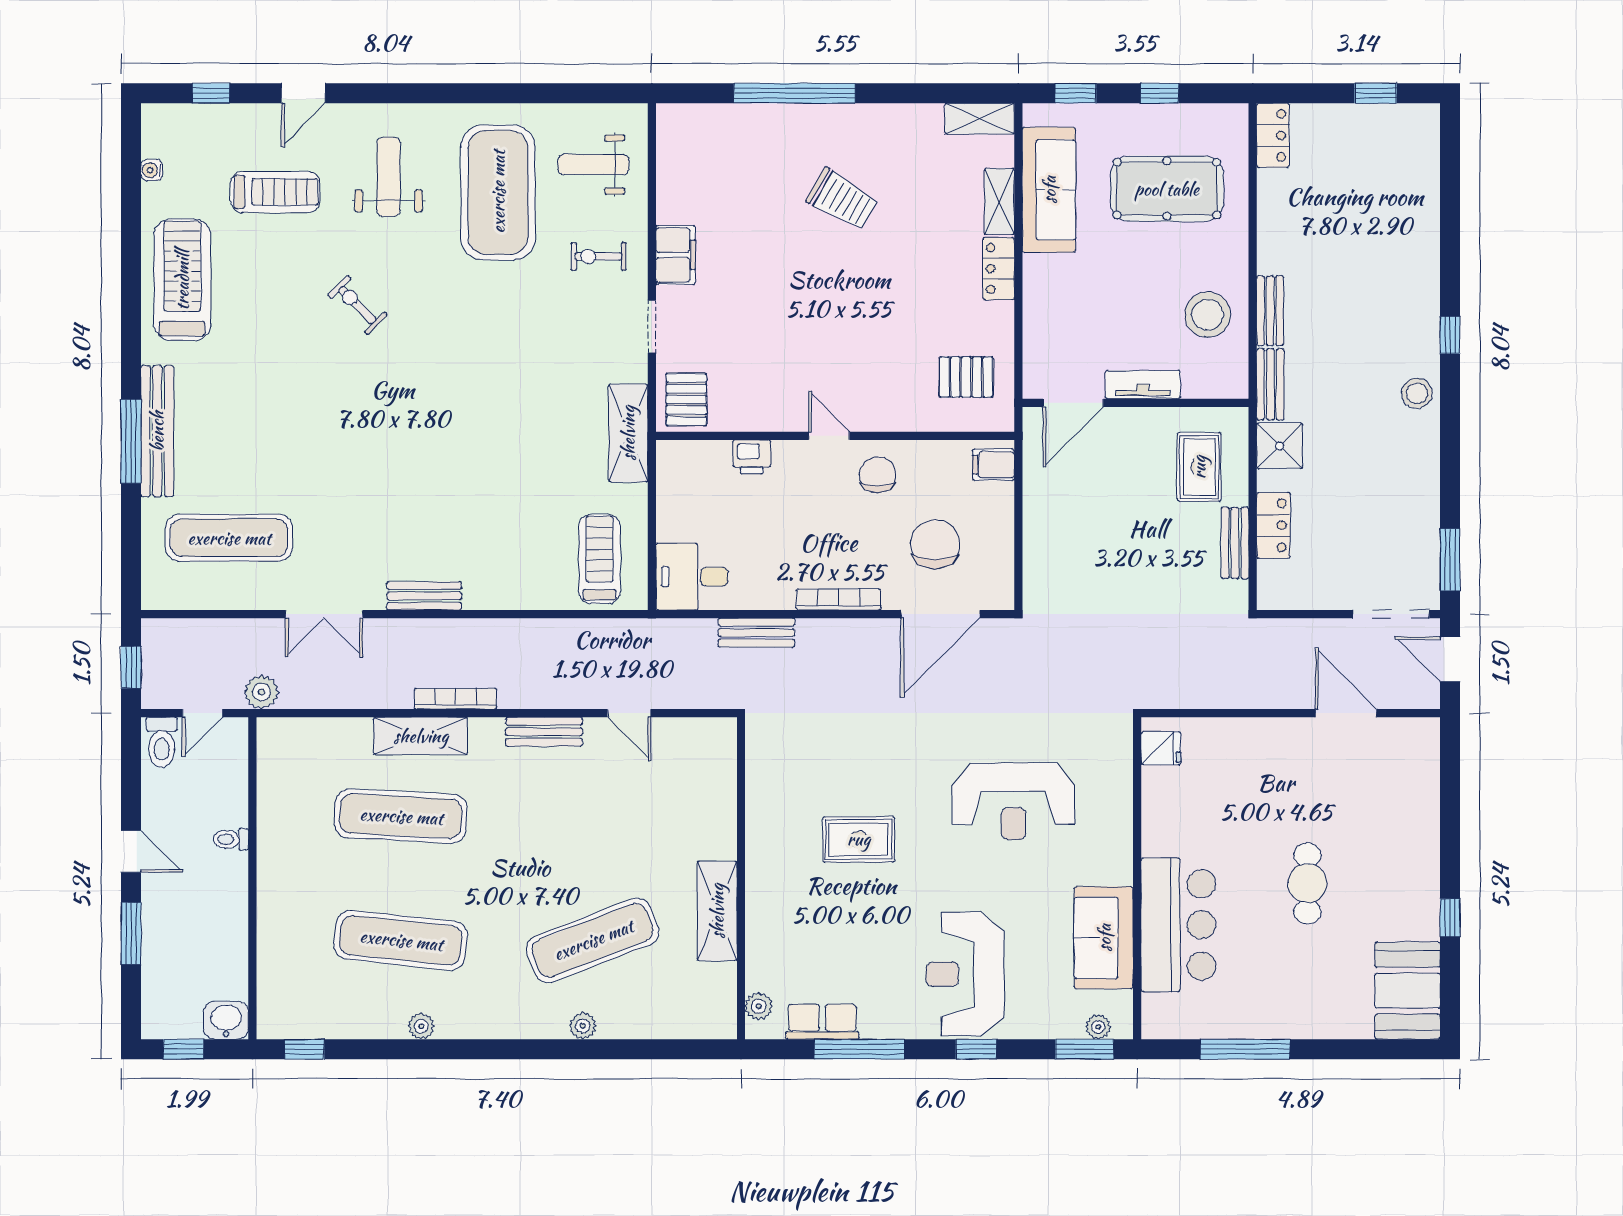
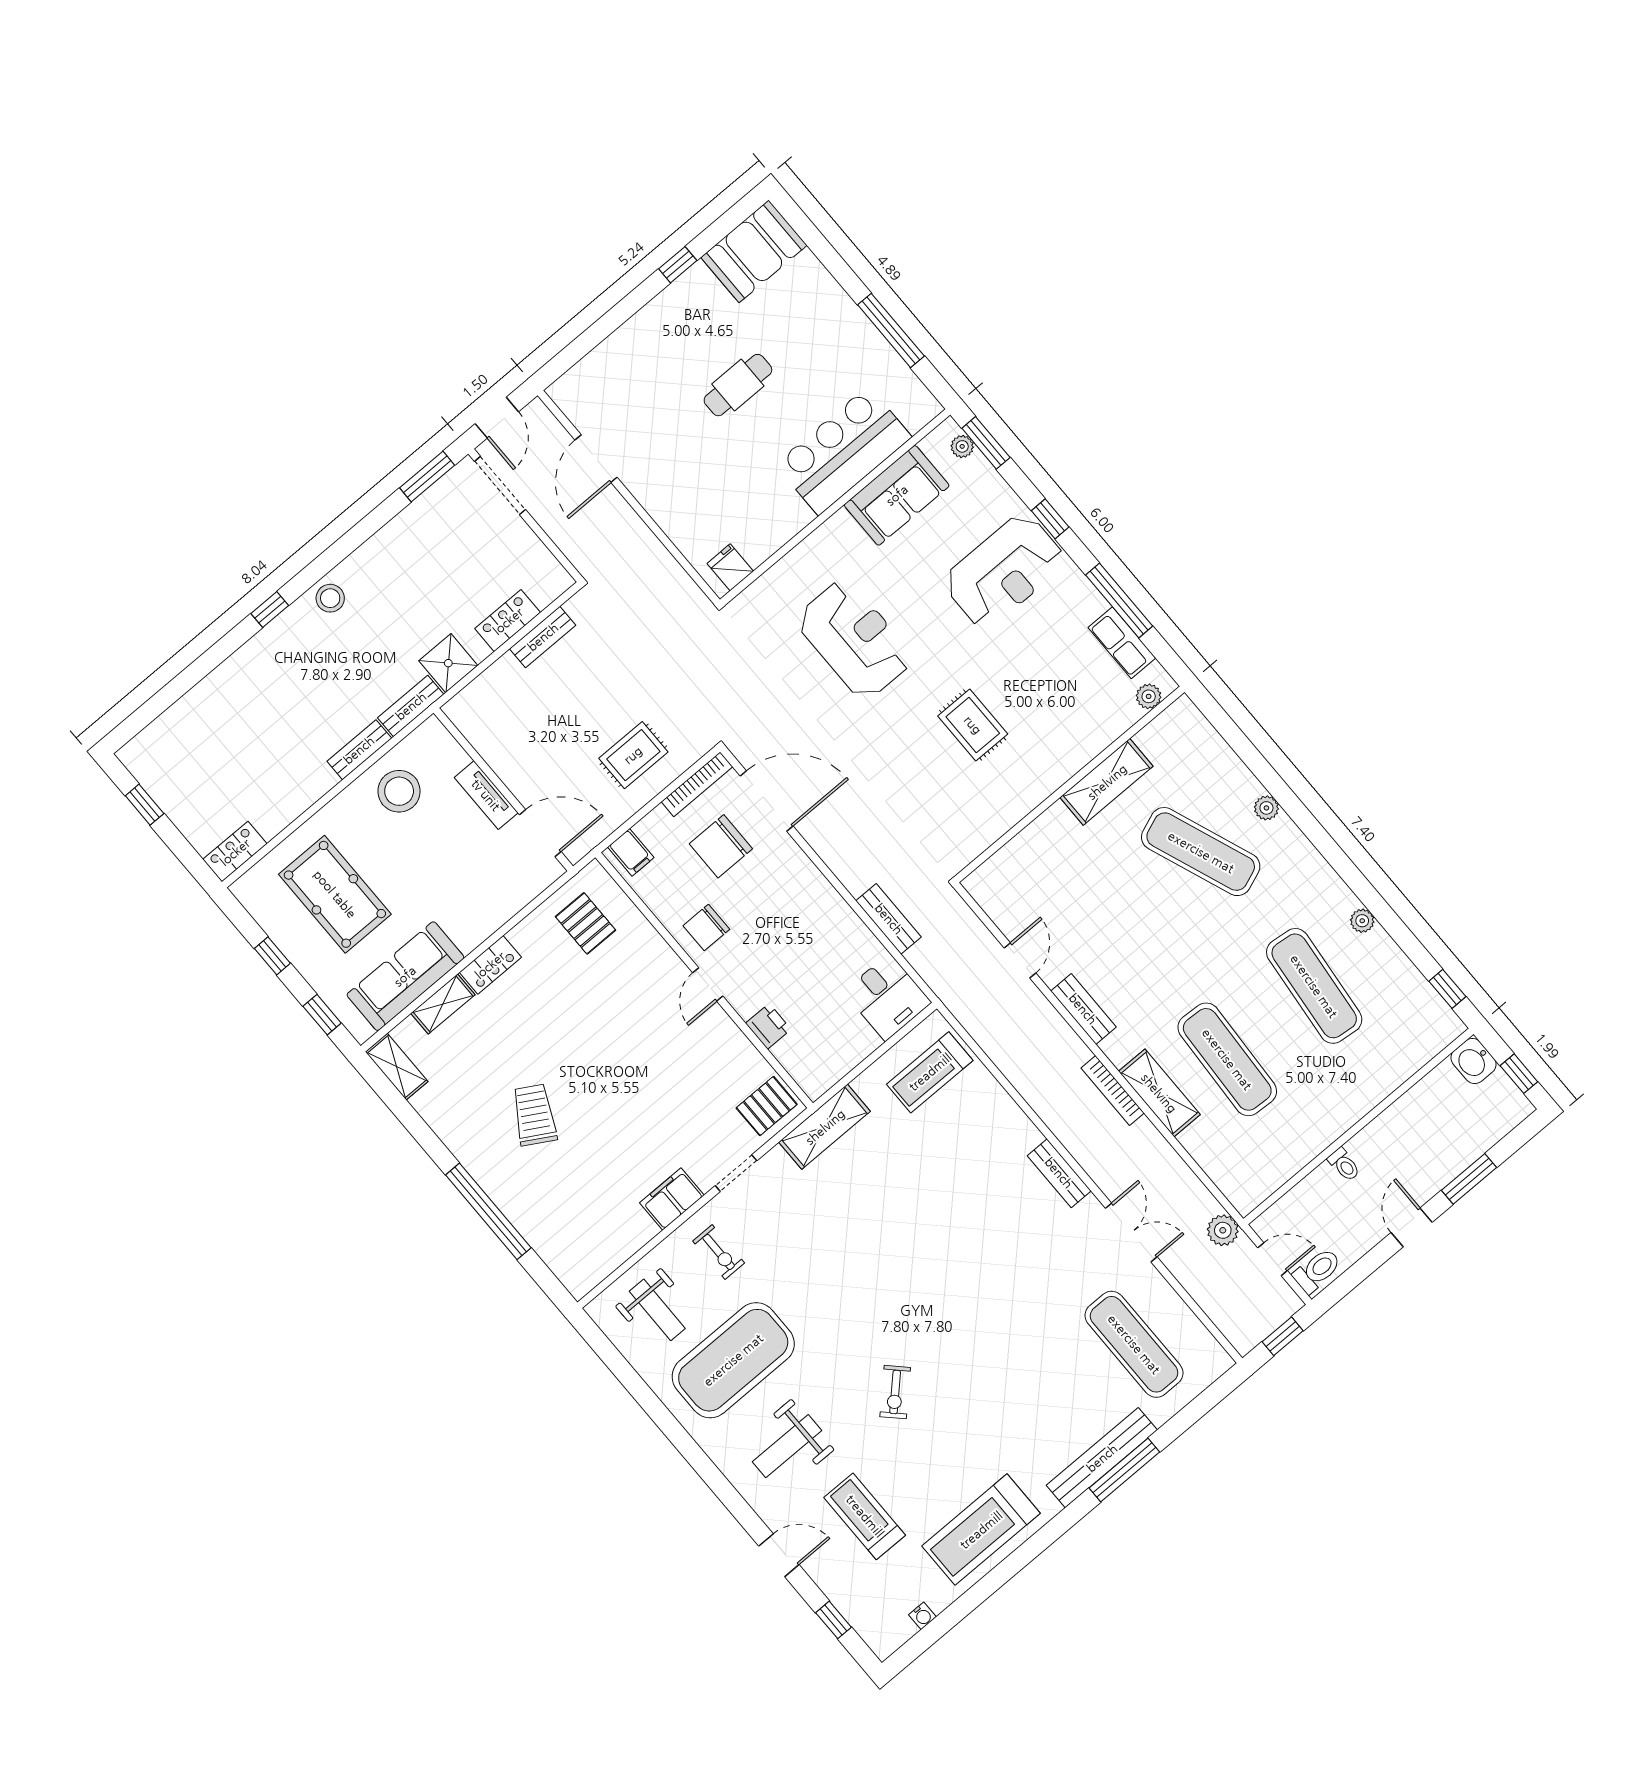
rug: (1199, 467) -> (633, 755), moved
bookcase: (839, 599) -> (697, 784), moved, turned -90

